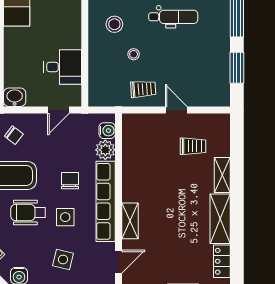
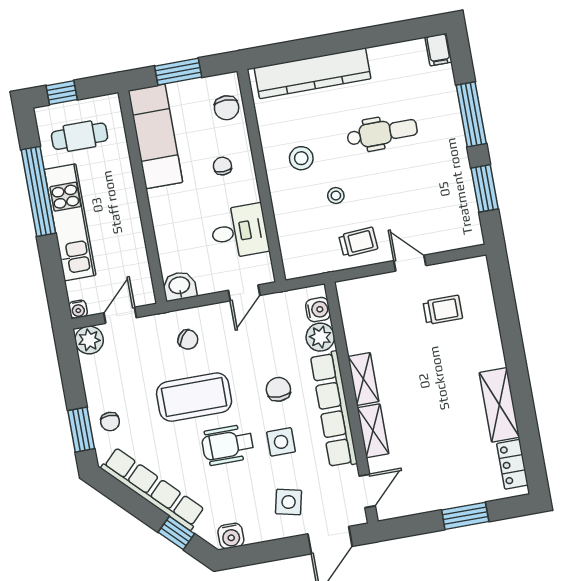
chair: (59, 20) -> (222, 166), added
shelving: (222, 175) -> (363, 379), moved

